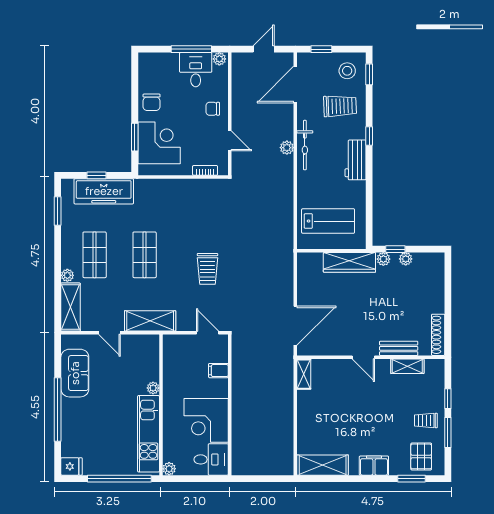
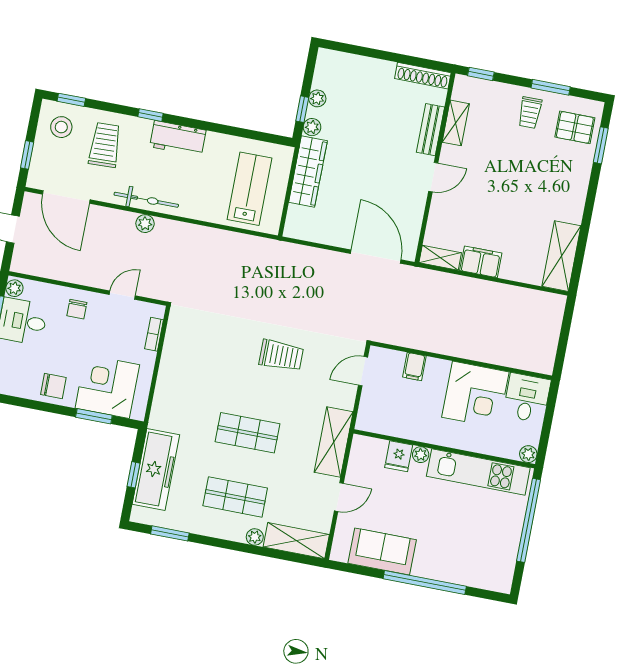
window: (448, 399) -> (481, 74), moved
fridge: (71, 466) -> (399, 456), moved, turned 180
filing cabinet: (374, 466) -> (481, 262), moved, turned 90

